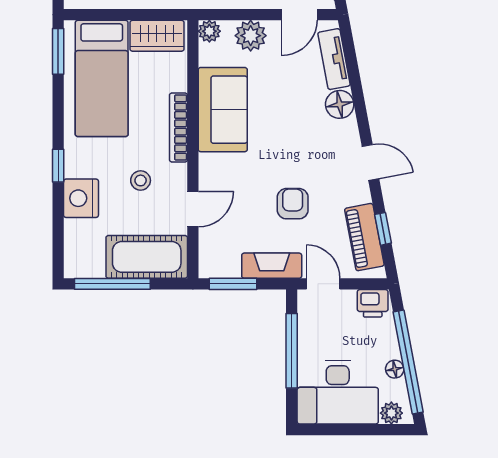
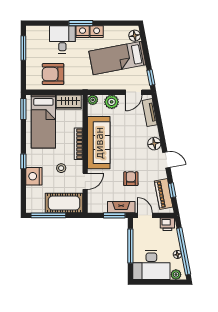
floor lamp: (340, 104) -> (154, 144), moved
sofa: (223, 110) -> (99, 143), width x1.36
window: (233, 284) -> (114, 215), moved

